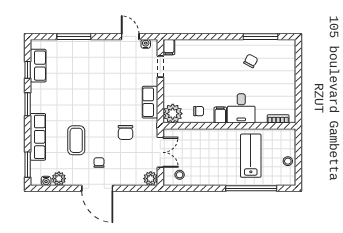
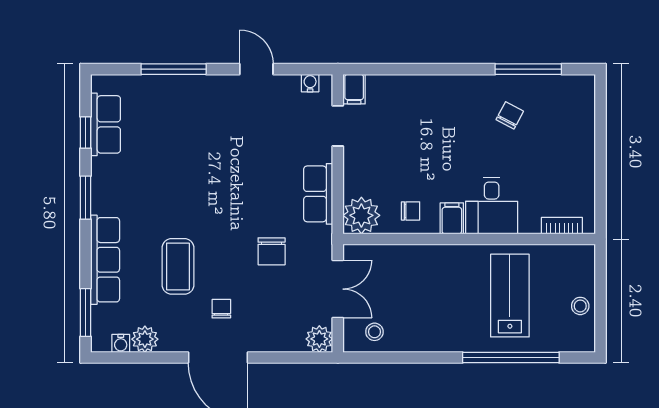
door: (130, 37) -> (256, 69), moved

